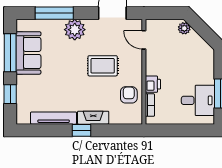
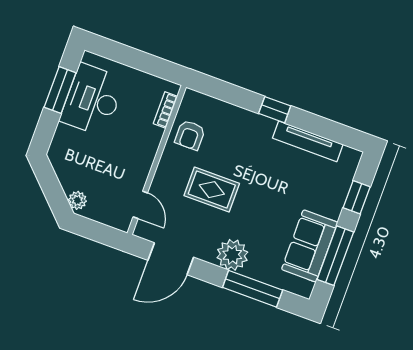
printer: (153, 84) -> (150, 138), removed
desk: (198, 100) -> (92, 100), width x1.37
fireplace: (93, 118) -> (252, 121), removed

